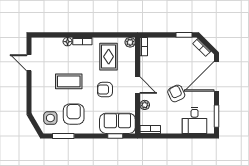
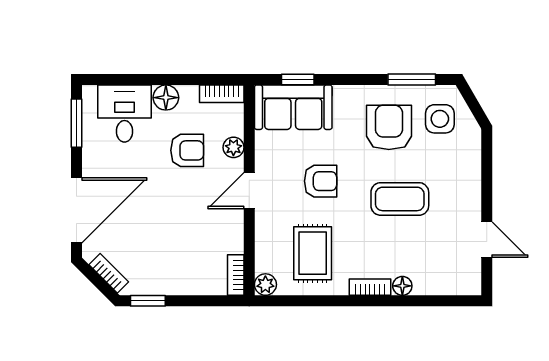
door: (138, 85) -> (249, 191), hinge flipped
armchair: (176, 93) -> (187, 150), moved, turned -65
armchair: (74, 114) -> (389, 127), turned 180
floor lamp: (176, 128) -> (166, 98), added

